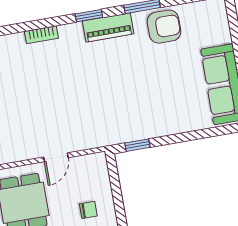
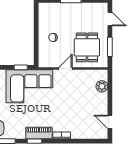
piano: (108, 27) -> (39, 133), moved
corner sofa: (116, 114) -> (29, 86), added

